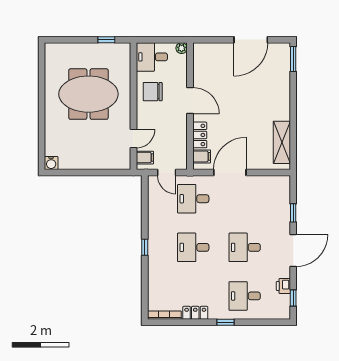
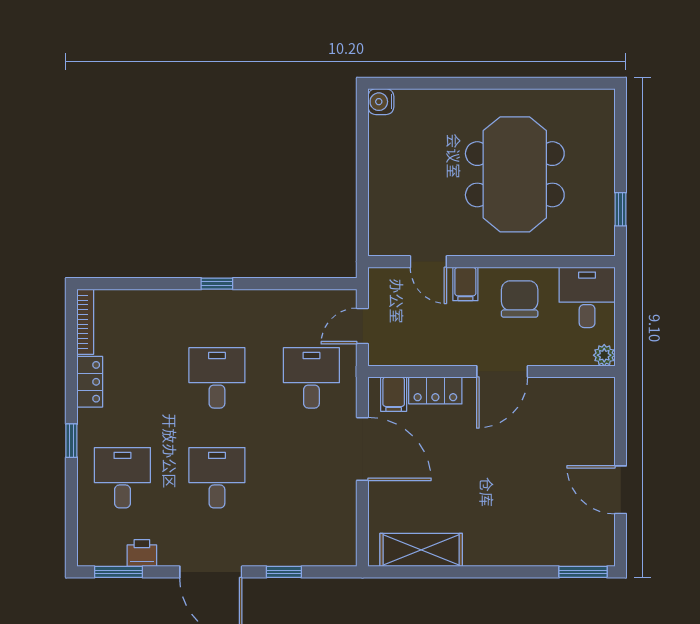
door: (251, 40) -> (621, 490), width x0.73
filing cabinet: (145, 158) -> (465, 284), moved
window: (293, 298) -> (119, 572), width x1.50

